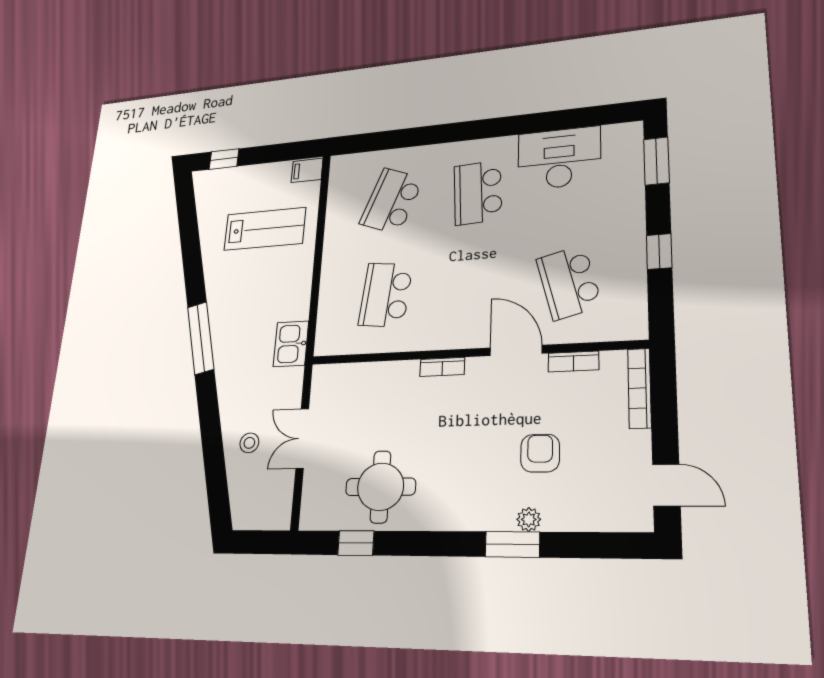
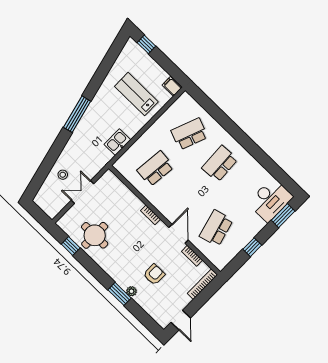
desk: (559, 158) -> (270, 200), moved, turned 90
lab bench: (265, 229) -> (136, 94), turned 180
kitchen sink: (291, 344) -> (117, 142), moved

